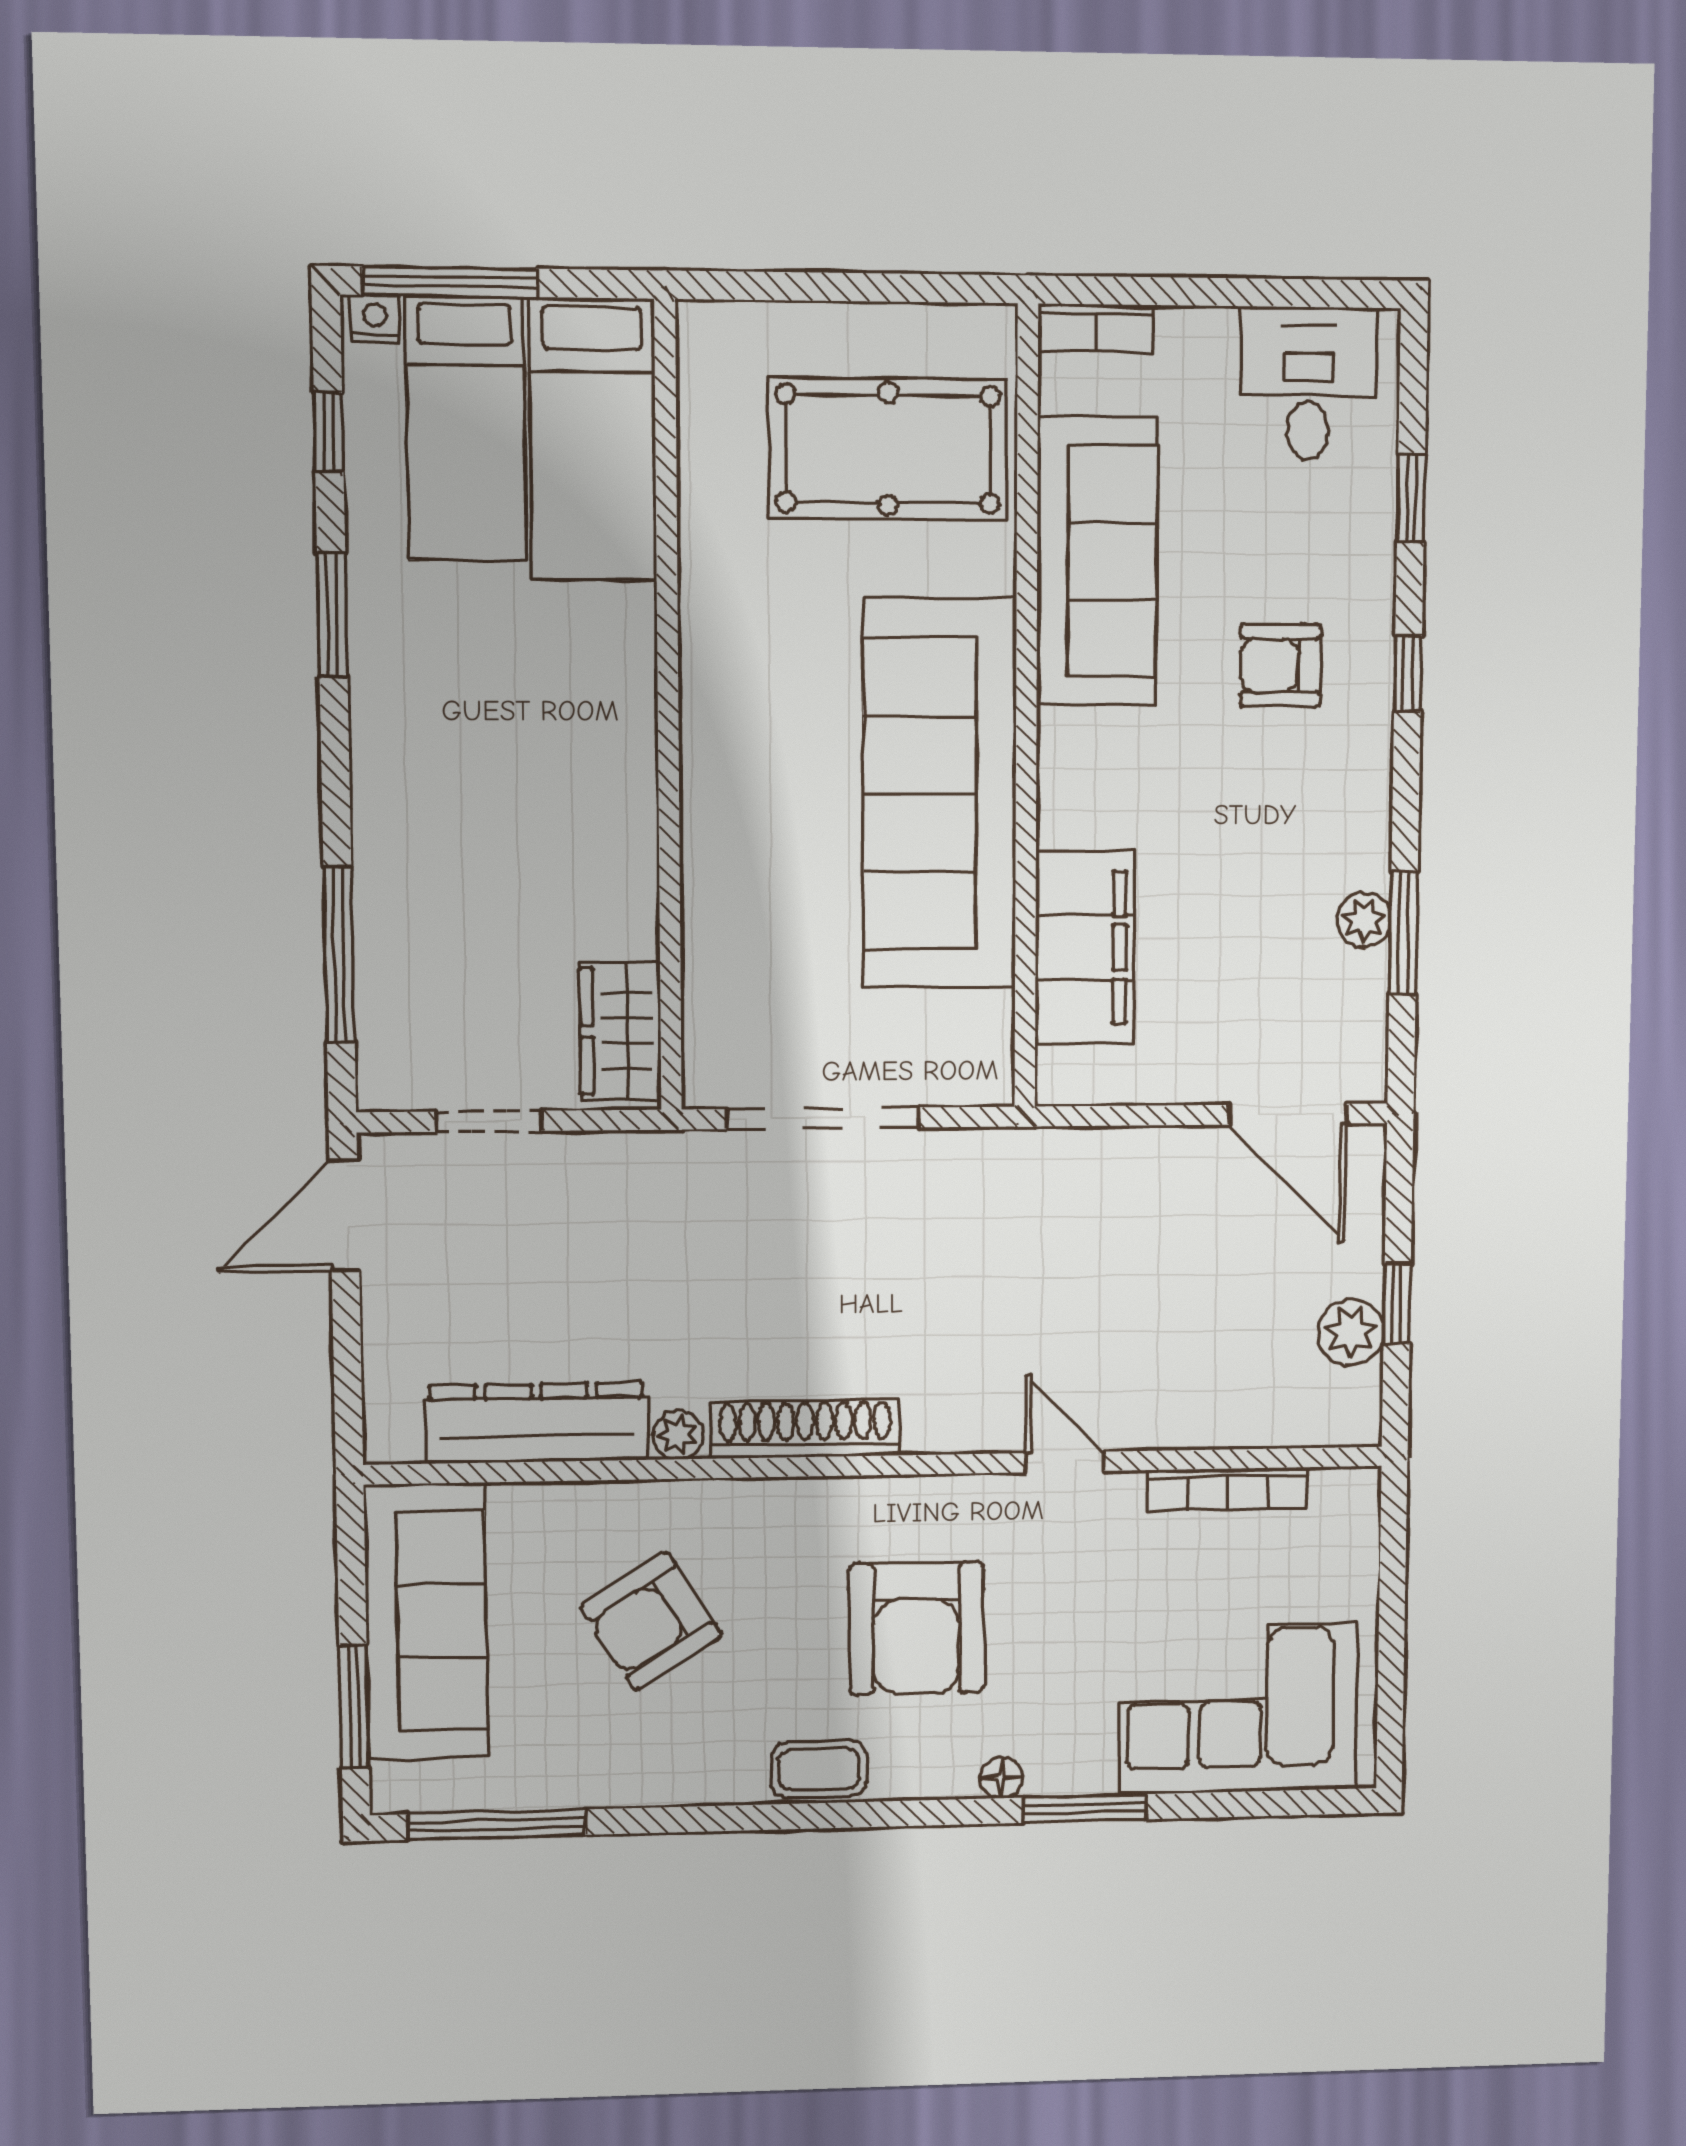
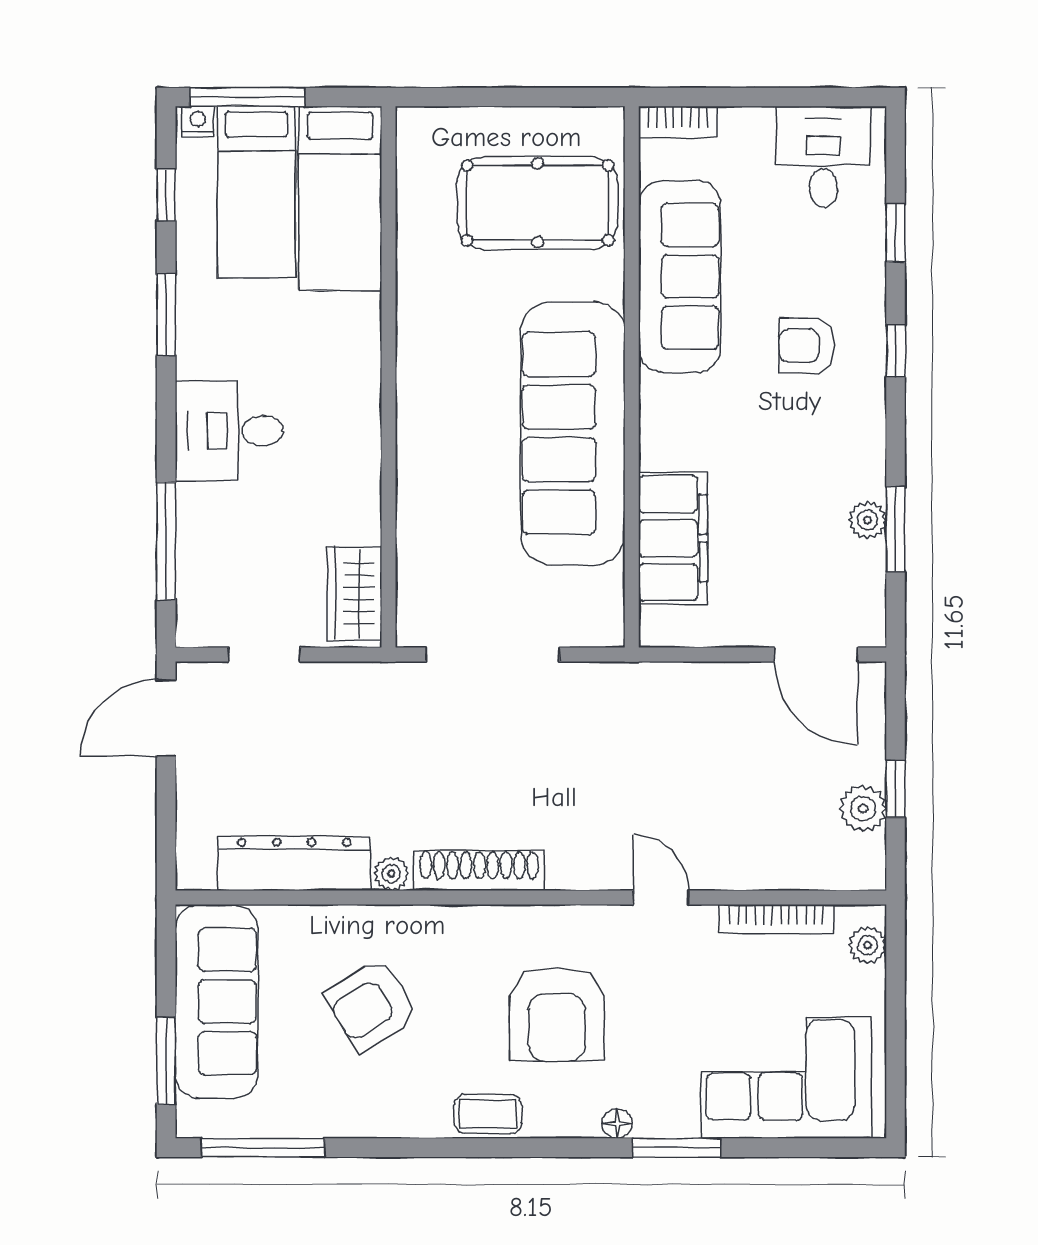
desk: (431, 790) -> (229, 431), added
plant: (1354, 1523) -> (868, 945), added

